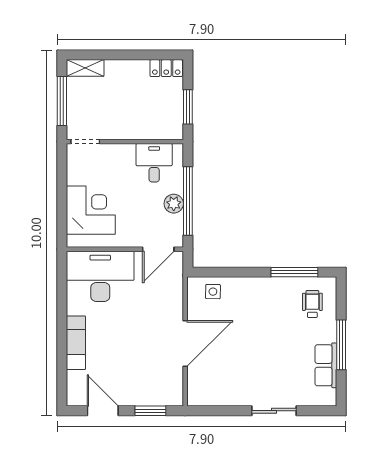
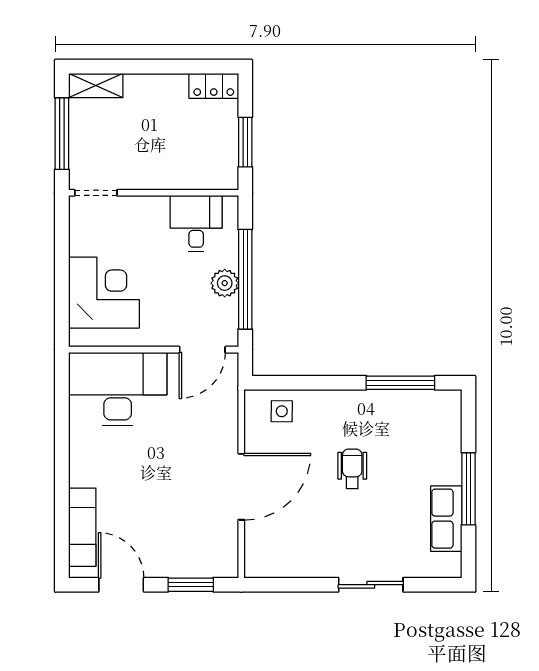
wheelchair: (312, 304) -> (352, 469), moved
exam couch: (76, 343) -> (82, 527), moved

